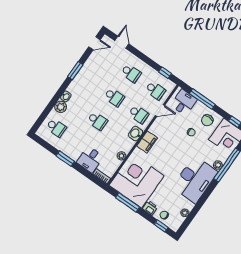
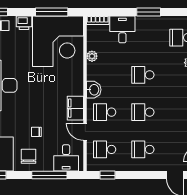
door: (160, 110) -> (85, 132), hinge flipped
filing cabinet: (147, 142) -> (75, 108), moved

